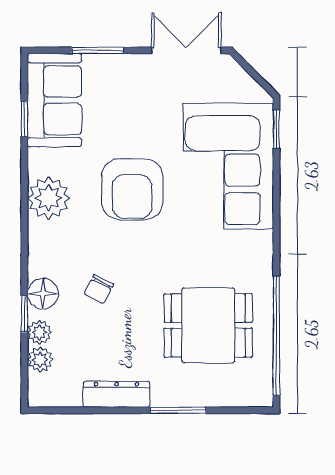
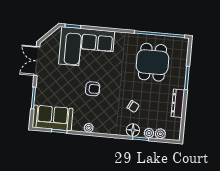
armchair: (132, 189) -> (93, 89), width x0.53, depth x0.53
plant: (49, 198) -> (89, 128), width x0.53, depth x0.53

